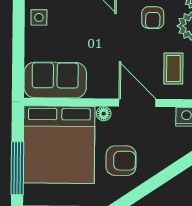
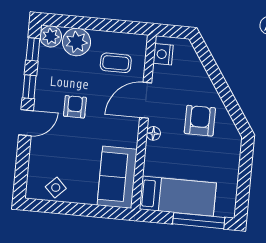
side table: (39, 17) -> (56, 188), turned 45
armchair: (153, 18) -> (75, 107), moved, turned -90
bed: (59, 145) -> (178, 196), width x0.49

